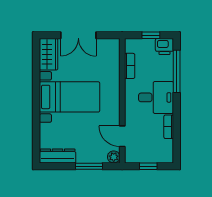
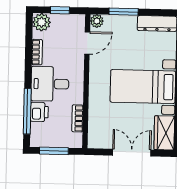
window: (151, 35) -> (54, 151), width x1.50
printer: (164, 47) -> (39, 112), moved, turned 90
door: (122, 136) -> (87, 43), hinge flipped
plant: (165, 155) -> (42, 22), added

